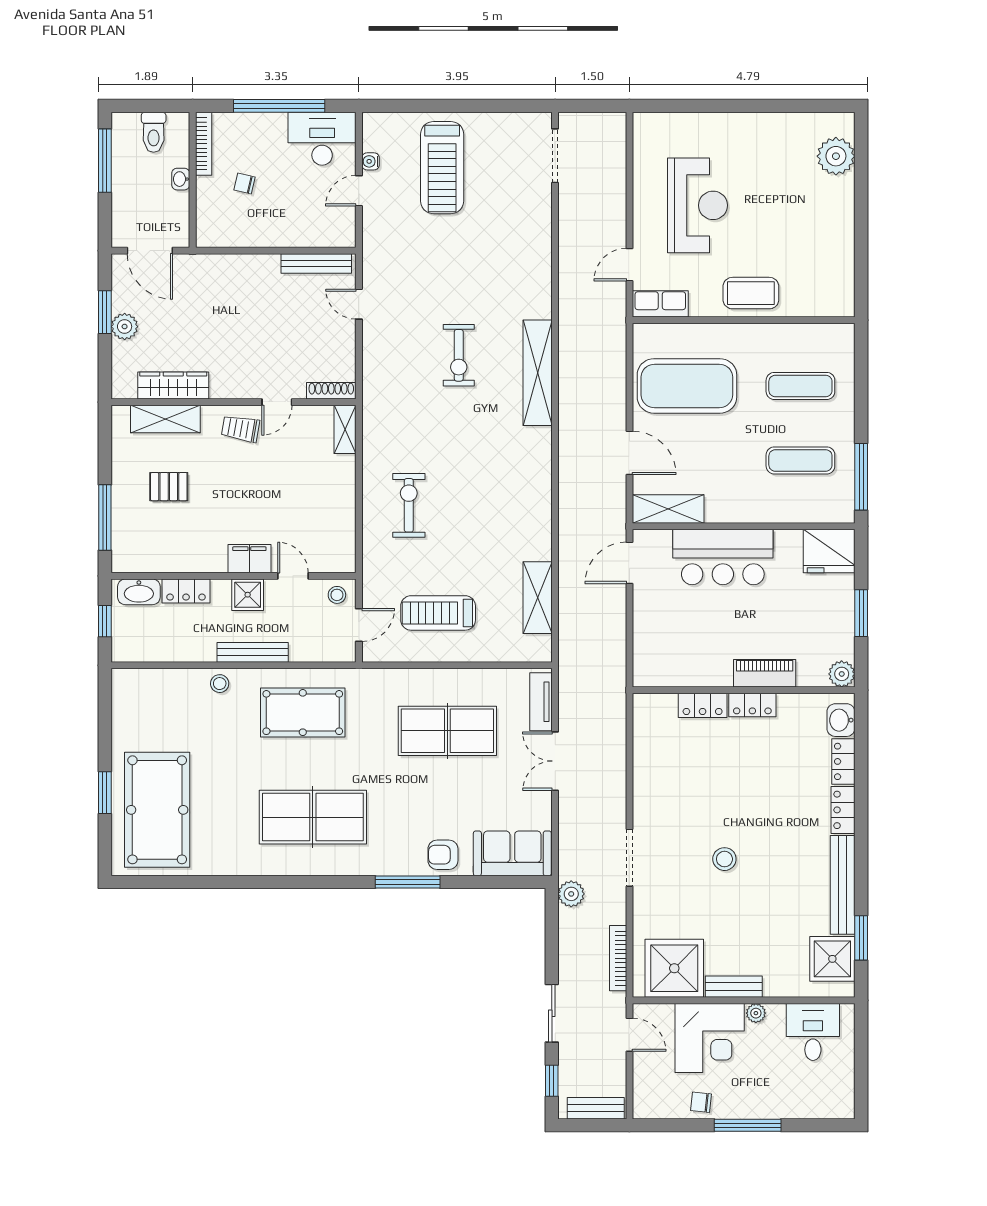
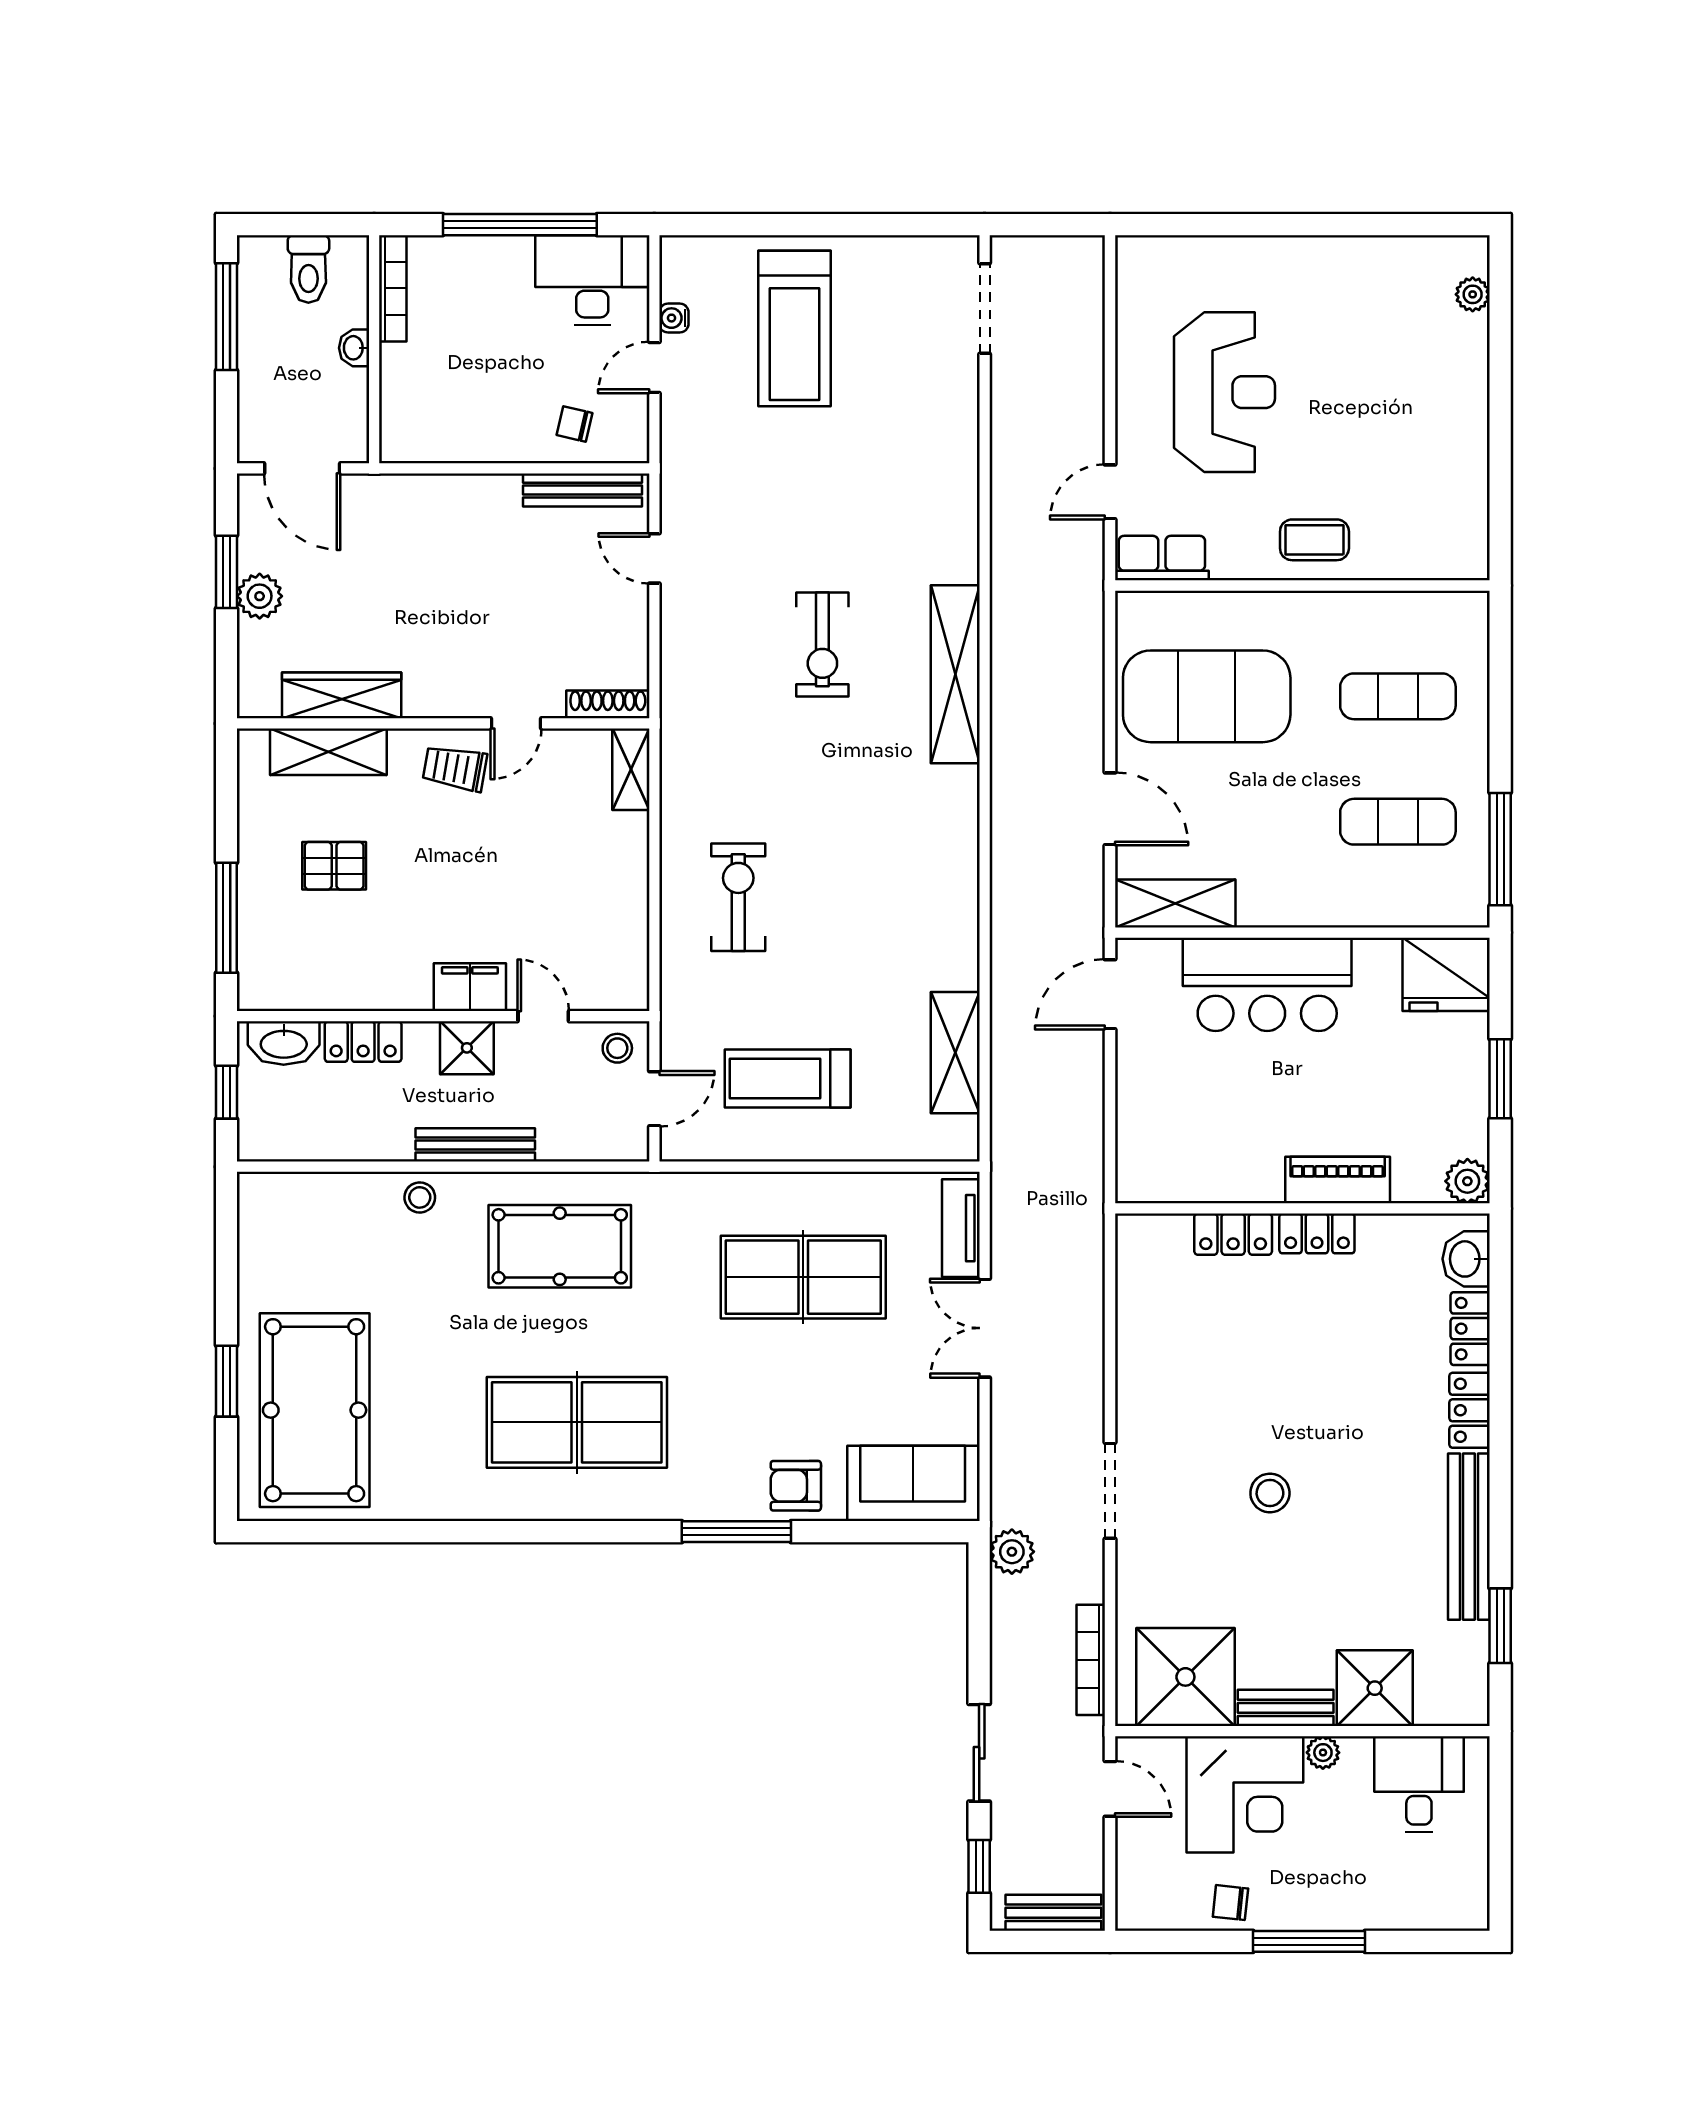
plant: (836, 156) -> (1473, 294), width x0.53, depth x0.53
chair: (245, 184) -> (574, 424), moved
coffee table: (751, 293) -> (1314, 540), width x0.73, depth x0.77
shower: (832, 959) -> (1375, 1688), moved

